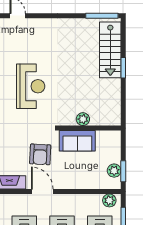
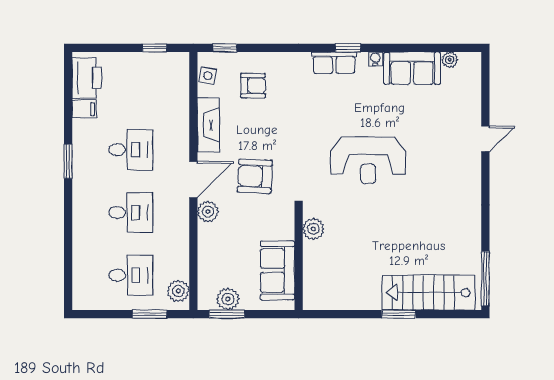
plant: (83, 119) -> (313, 229), moved
sofa: (77, 141) -> (278, 270), moved
plant: (61, 183) -> (208, 212), added

